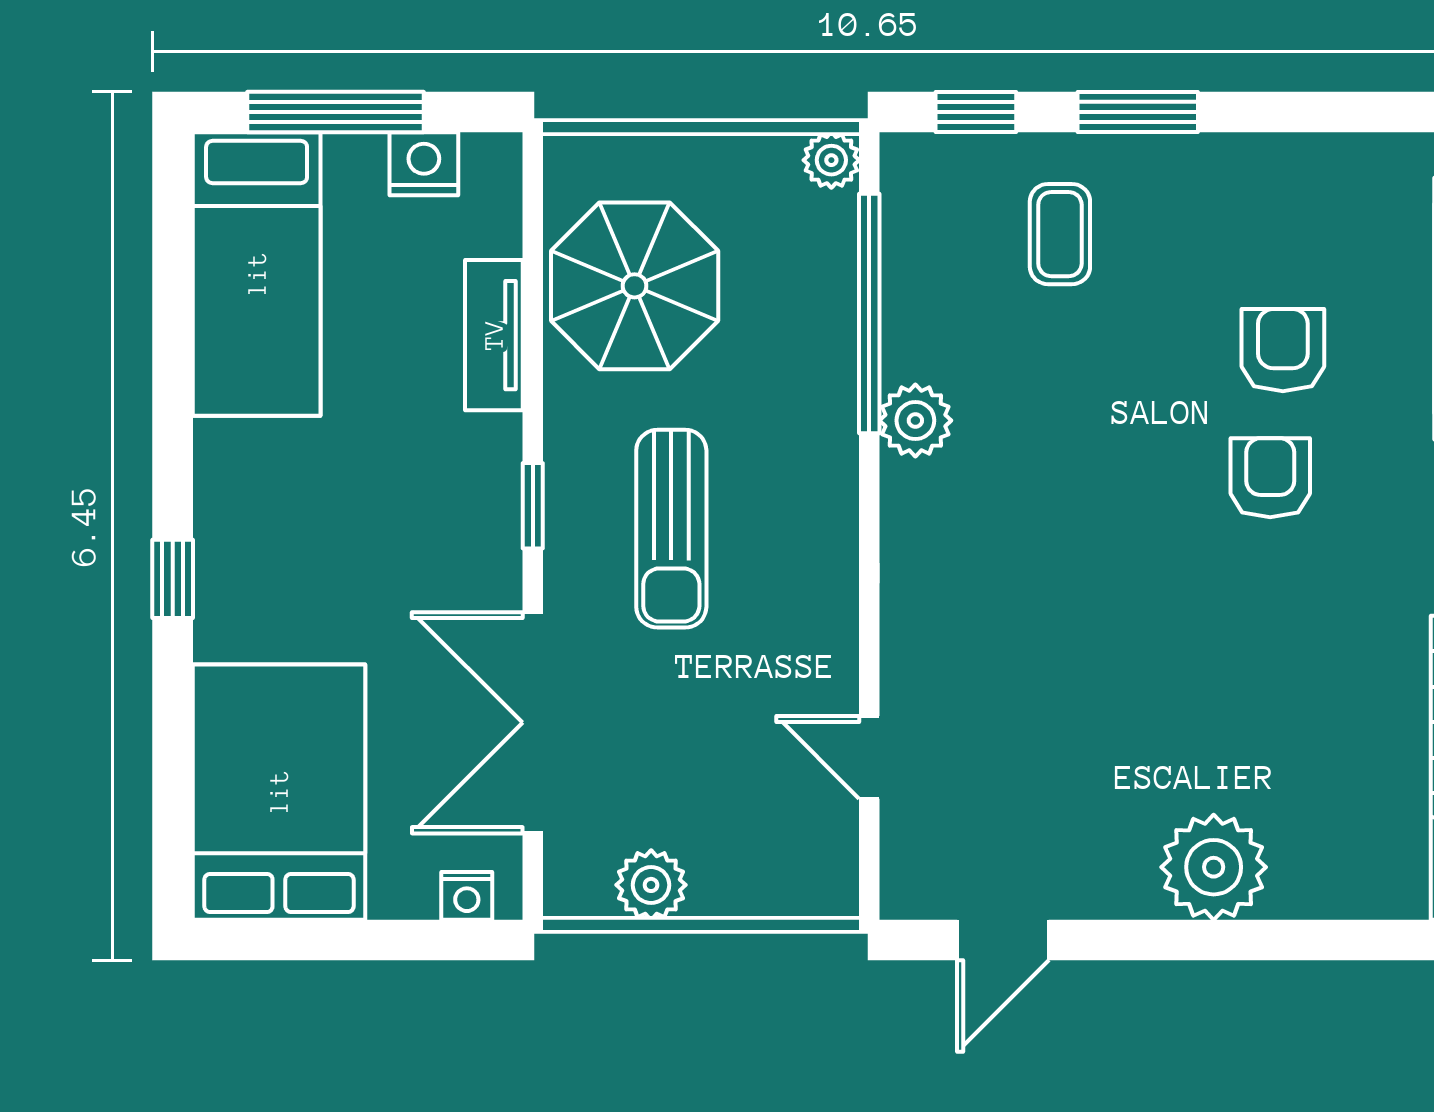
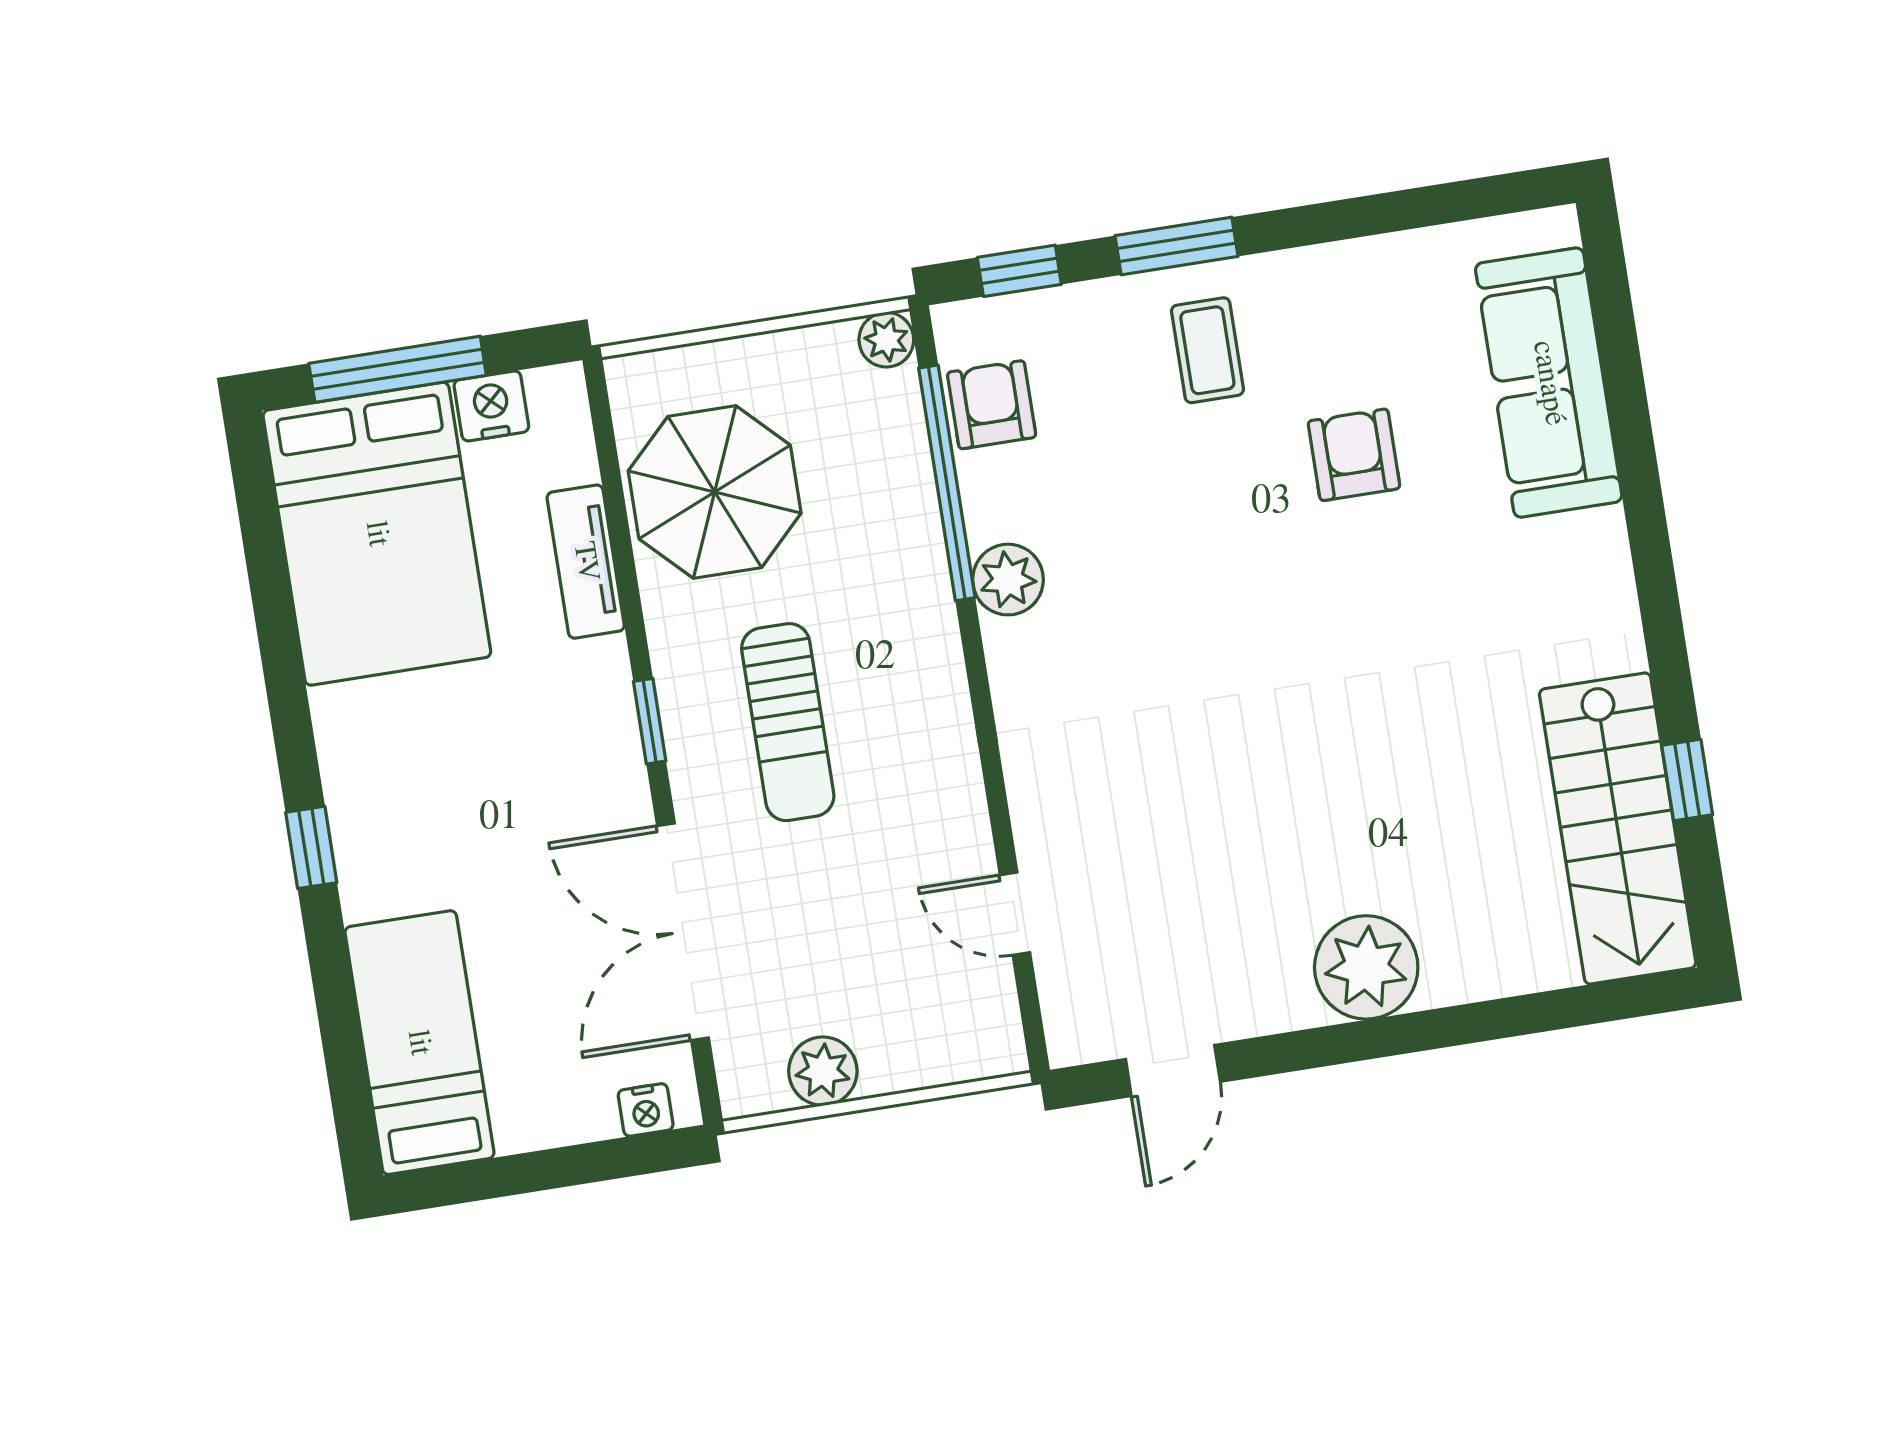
coffee table: (1060, 234) -> (1207, 350), moved
bed: (257, 274) -> (377, 534), width x1.50
armchair: (1270, 478) -> (992, 405), moved
bed: (279, 792) -> (419, 1043), width x0.67

